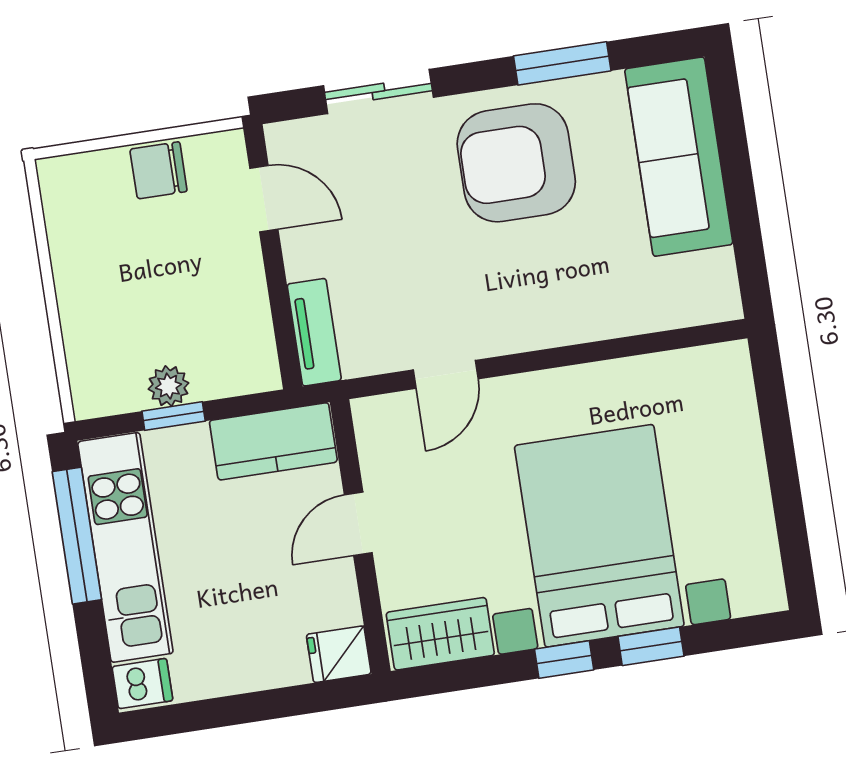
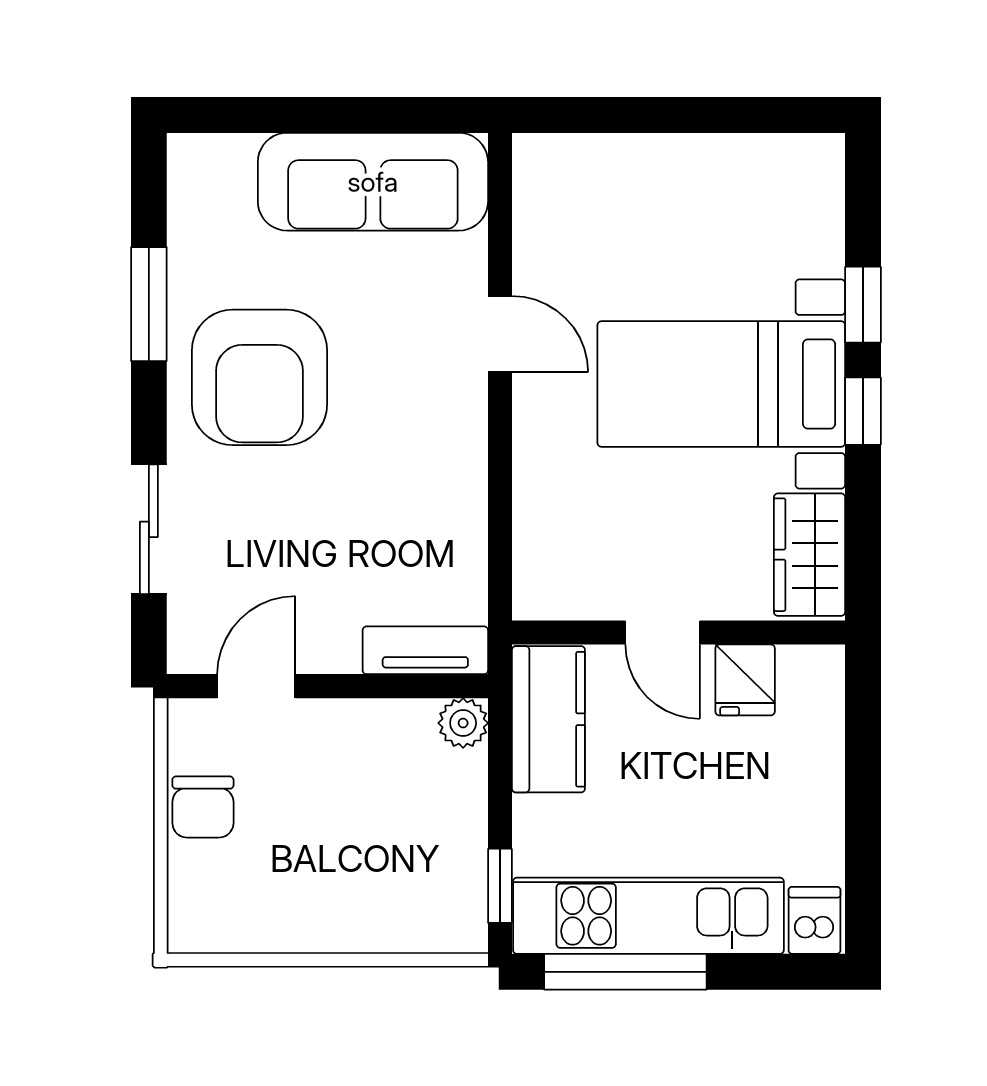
sofa: (679, 157) -> (373, 182), moved
door: (446, 374) -> (500, 334), moved
plant: (168, 386) -> (463, 723), moved
window: (174, 416) -> (500, 886), moved
bed with nightstands: (599, 536) -> (721, 384), width x0.73
fridge: (339, 654) -> (745, 680), moved

